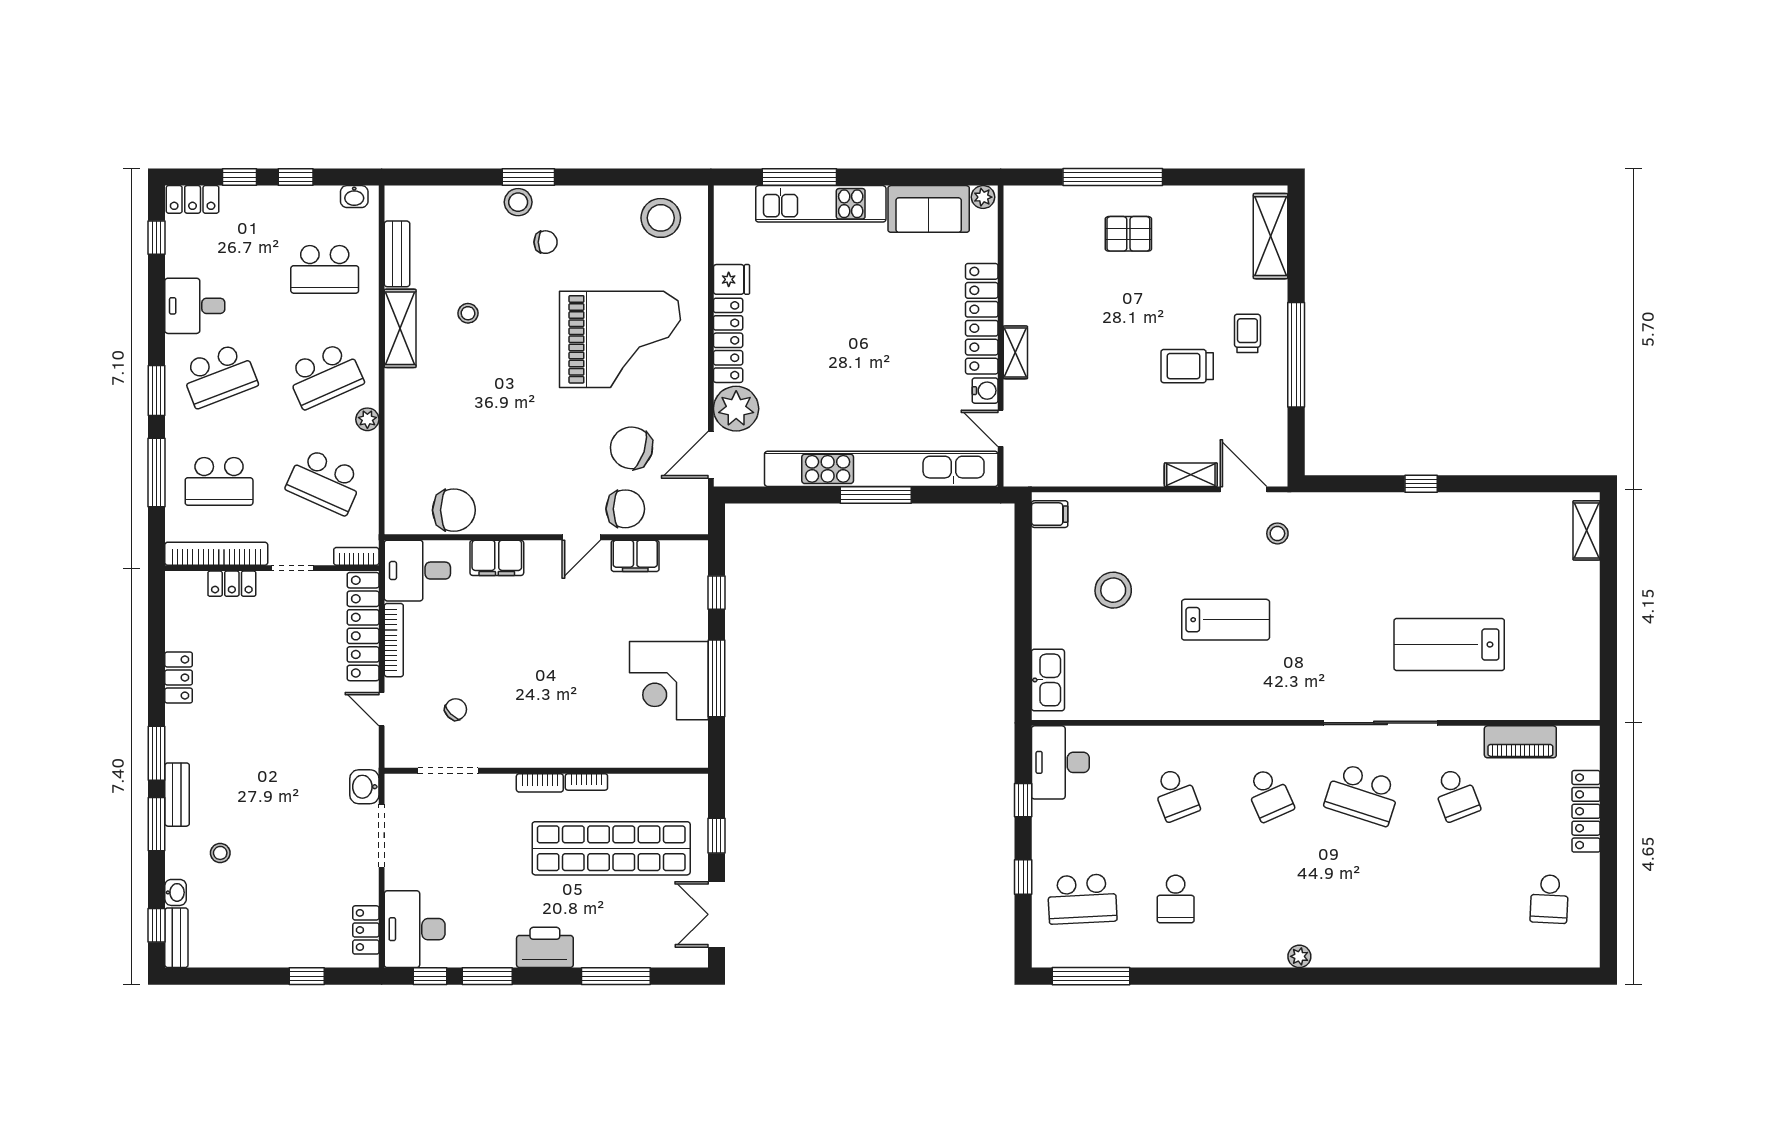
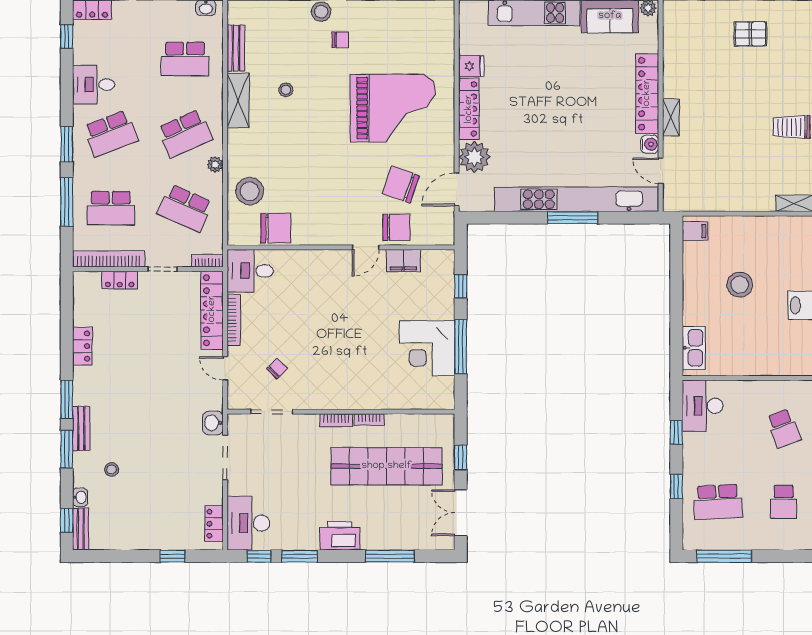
stool: (661, 218) -> (250, 191), moved
filing cabinet: (497, 558) -> (306, 262), removed

